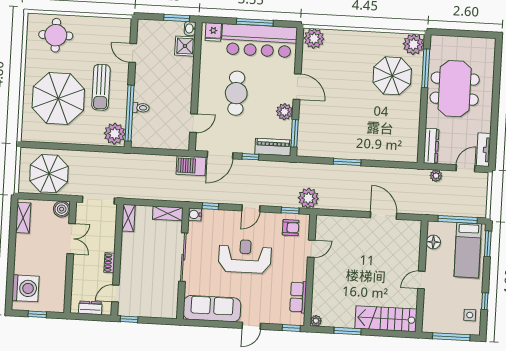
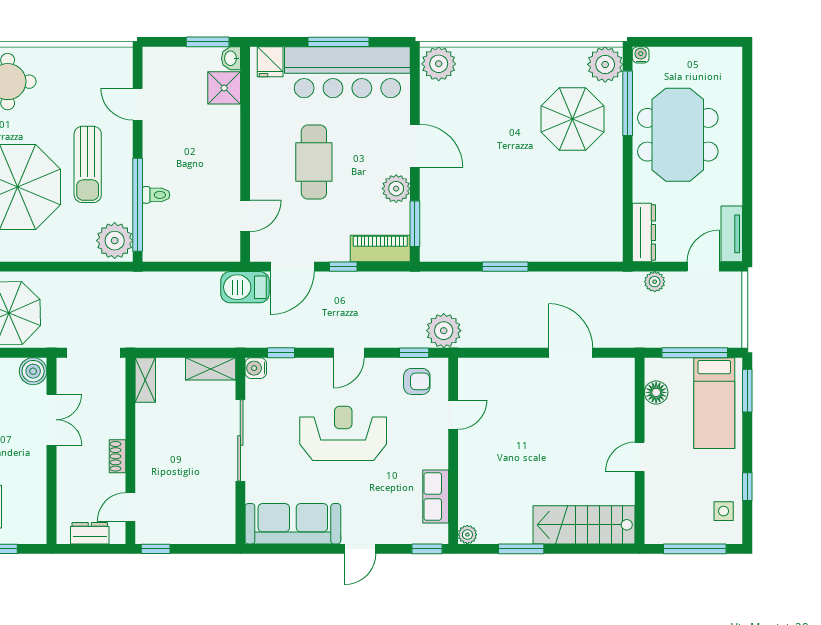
water cooler: (435, 40) -> (641, 55), added

